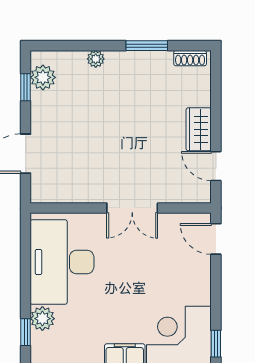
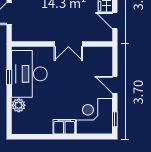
door: (216, 239) -> (115, 85), moved
window: (26, 332) -> (9, 77), moved

